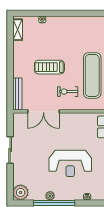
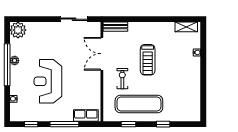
treadmill: (49, 67) -> (148, 60), turned 180
bench: (17, 94) -> (115, 27), width x0.73
sliding door: (10, 150) -> (74, 19), moved

